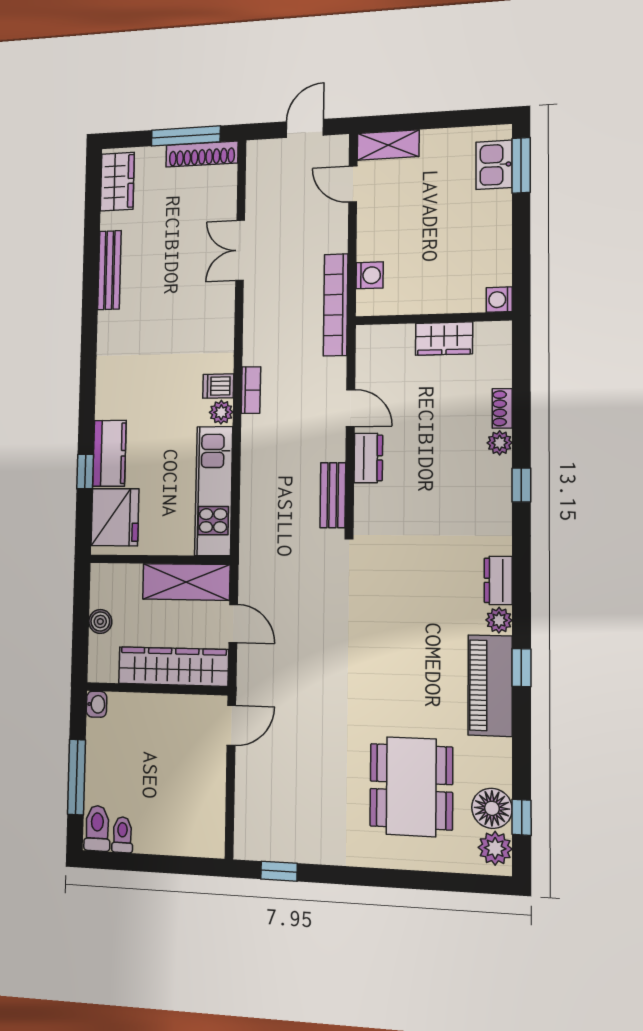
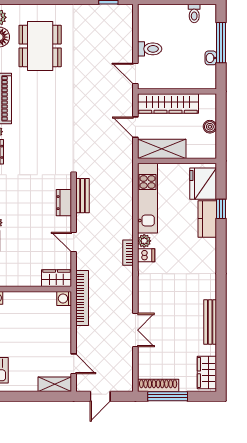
washing machine: (370, 275) -> (64, 298), moved
wardrobe: (444, 339) -> (56, 278), moved
dresser: (368, 458) -> (64, 203), moved
washbasin: (97, 704) -> (211, 58), moved
door: (231, 725) -> (135, 74), hinge flipped
toilet: (97, 828) -> (150, 49), moved, turned -90

